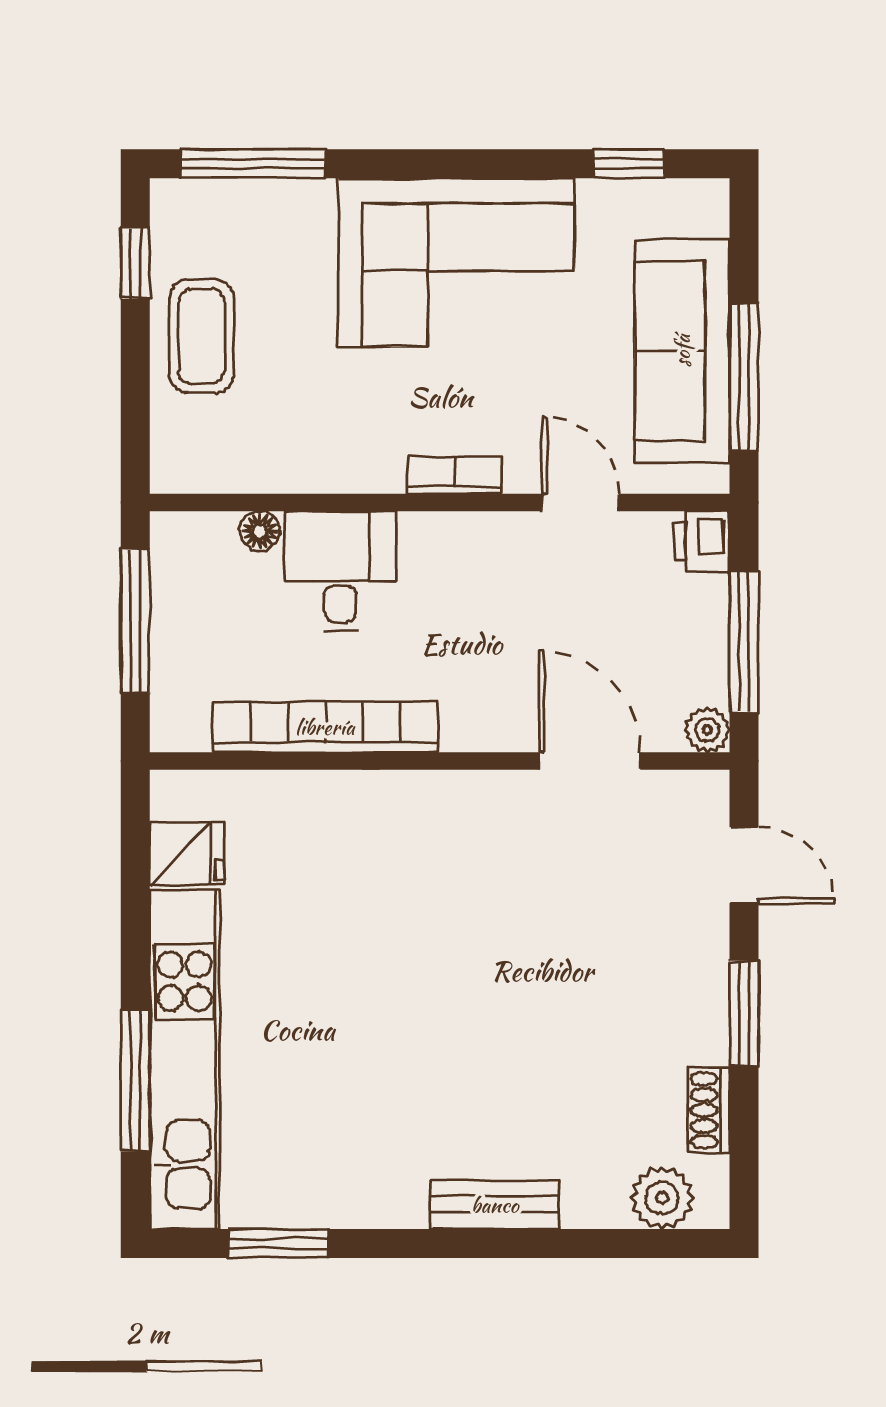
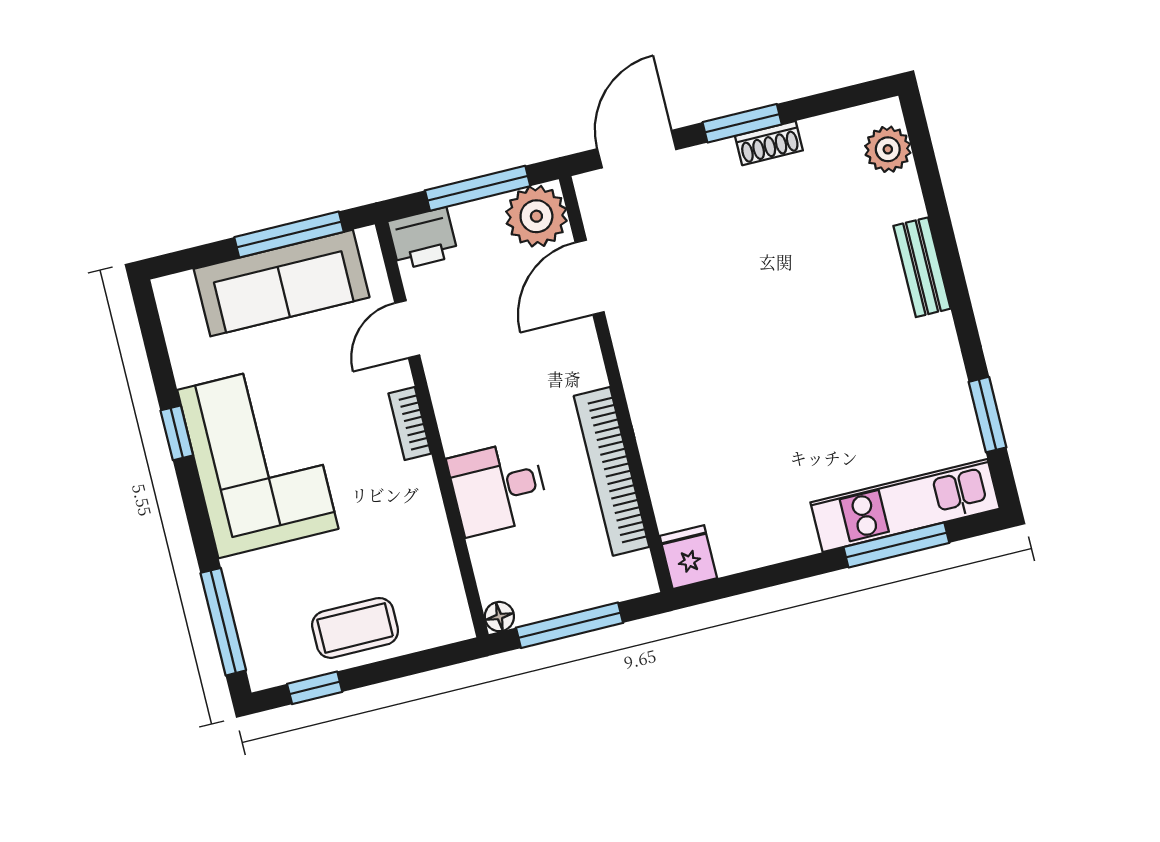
window: (629, 164) -> (177, 433), moved
floor lamp: (260, 531) -> (499, 617), moved
printer: (702, 542) -> (423, 238), width x1.36, depth x1.24
plant: (707, 730) -> (536, 216), width x1.88, depth x1.88
fridge: (187, 854) -> (688, 557), moved
door: (744, 865) -> (637, 149), width x1.38
kitchen unit: (185, 1059) -> (905, 506), width x0.73
shoe rack: (709, 1110) -> (769, 143), moved

